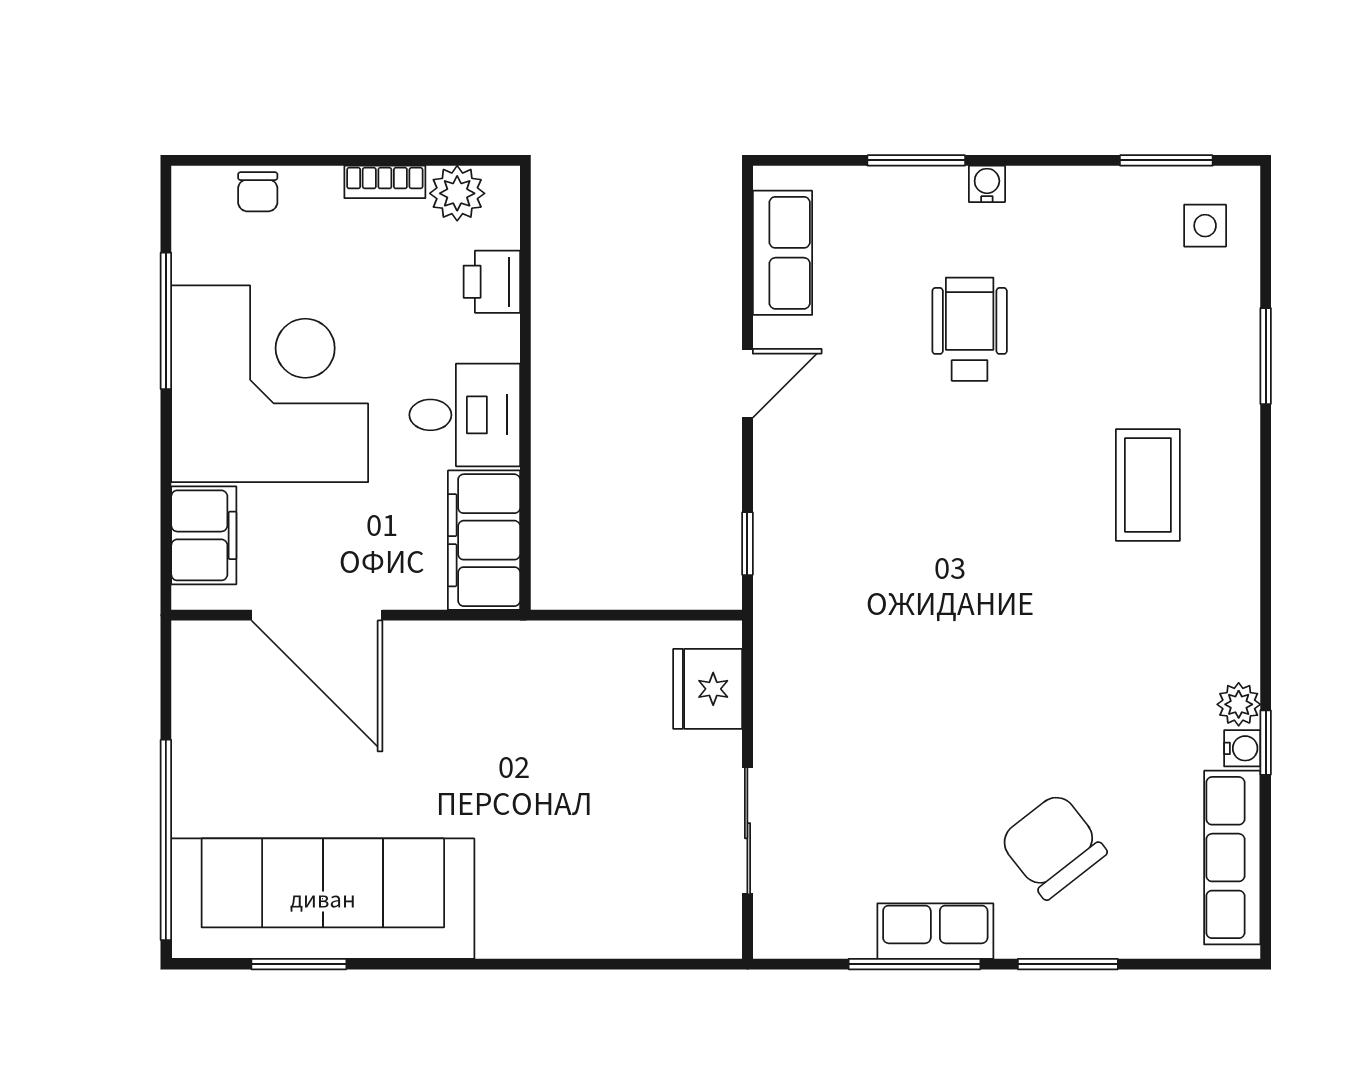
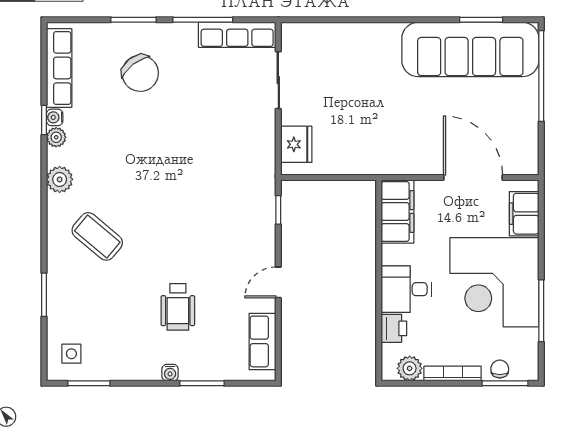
window: (246, 160) -> (505, 383), added
bookcase: (385, 182) -> (453, 373), width x1.56
desk: (465, 415) -> (406, 289), moved
coffee table: (1148, 485) -> (97, 236), turned -50
plant: (1231, 611) -> (60, 179), added
row of seats: (935, 931) -> (237, 35), moved, width x1.48

